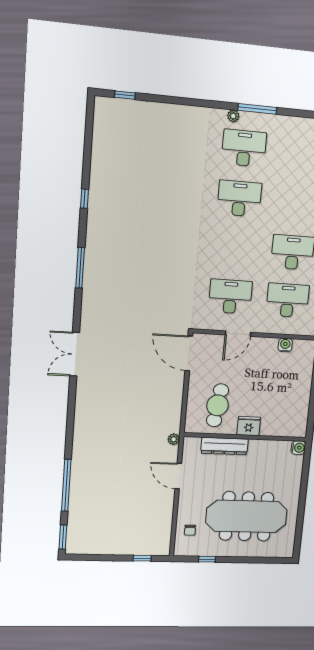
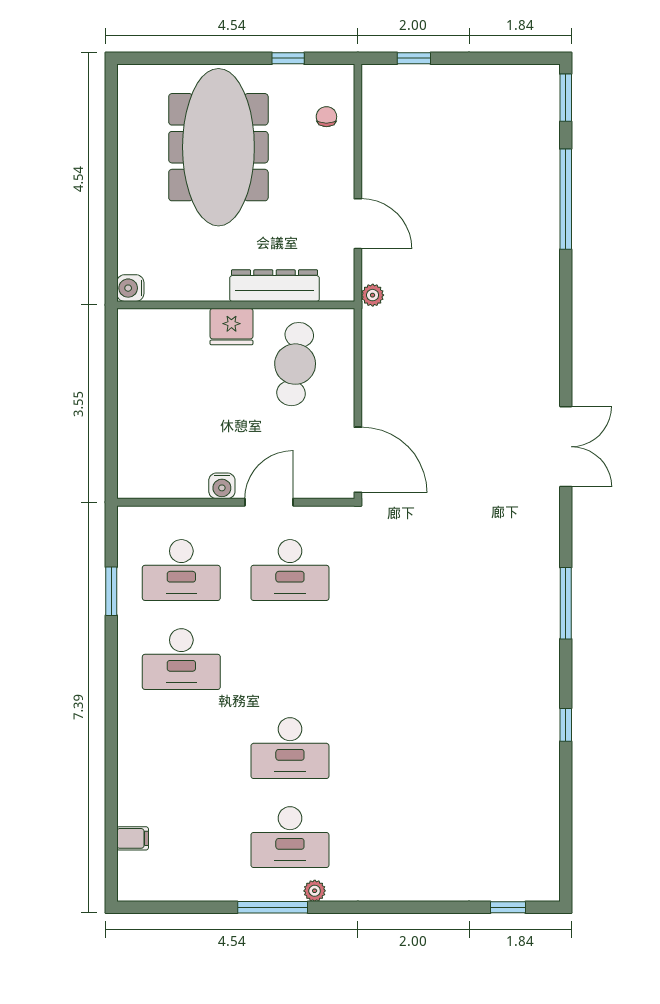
water cooler: (285, 345) -> (222, 486), moved
meeting table: (247, 516) -> (218, 147), turned 90

